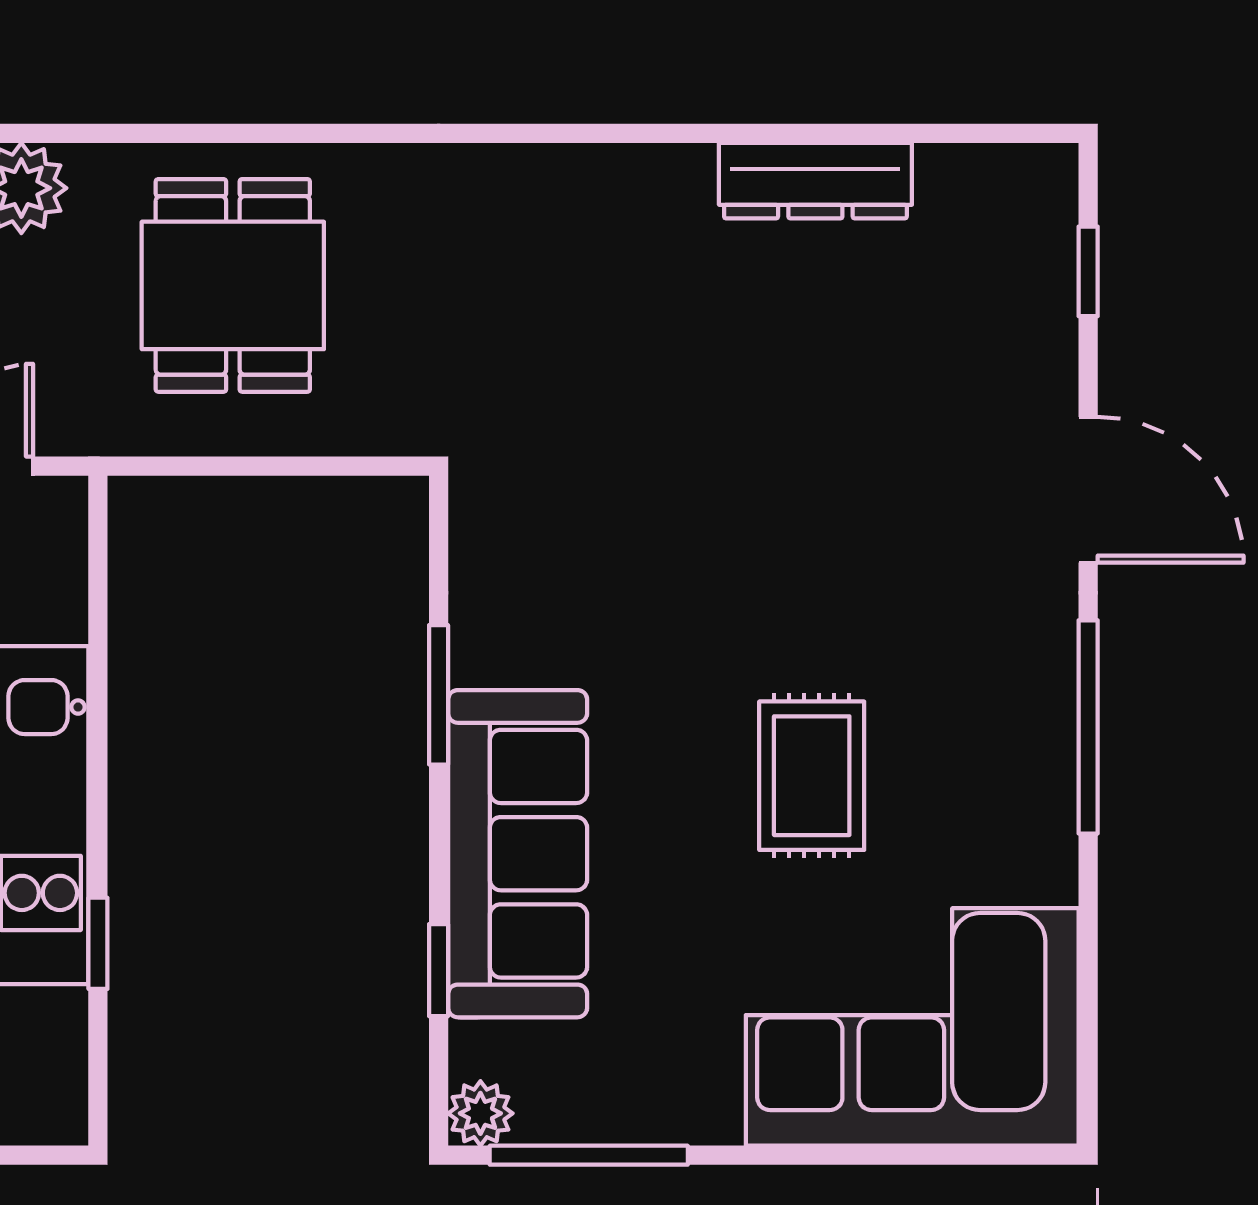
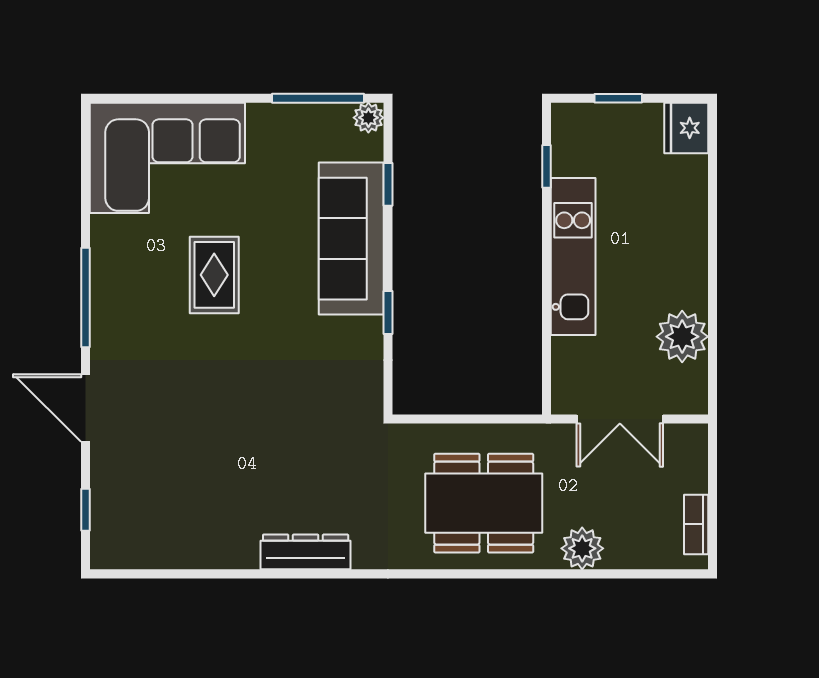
dresser: (815, 181) -> (306, 552), moved
dining table: (233, 285) -> (484, 503), width x1.38
window: (439, 695) -> (388, 313), width x0.67
window: (98, 943) -> (547, 166), moved

